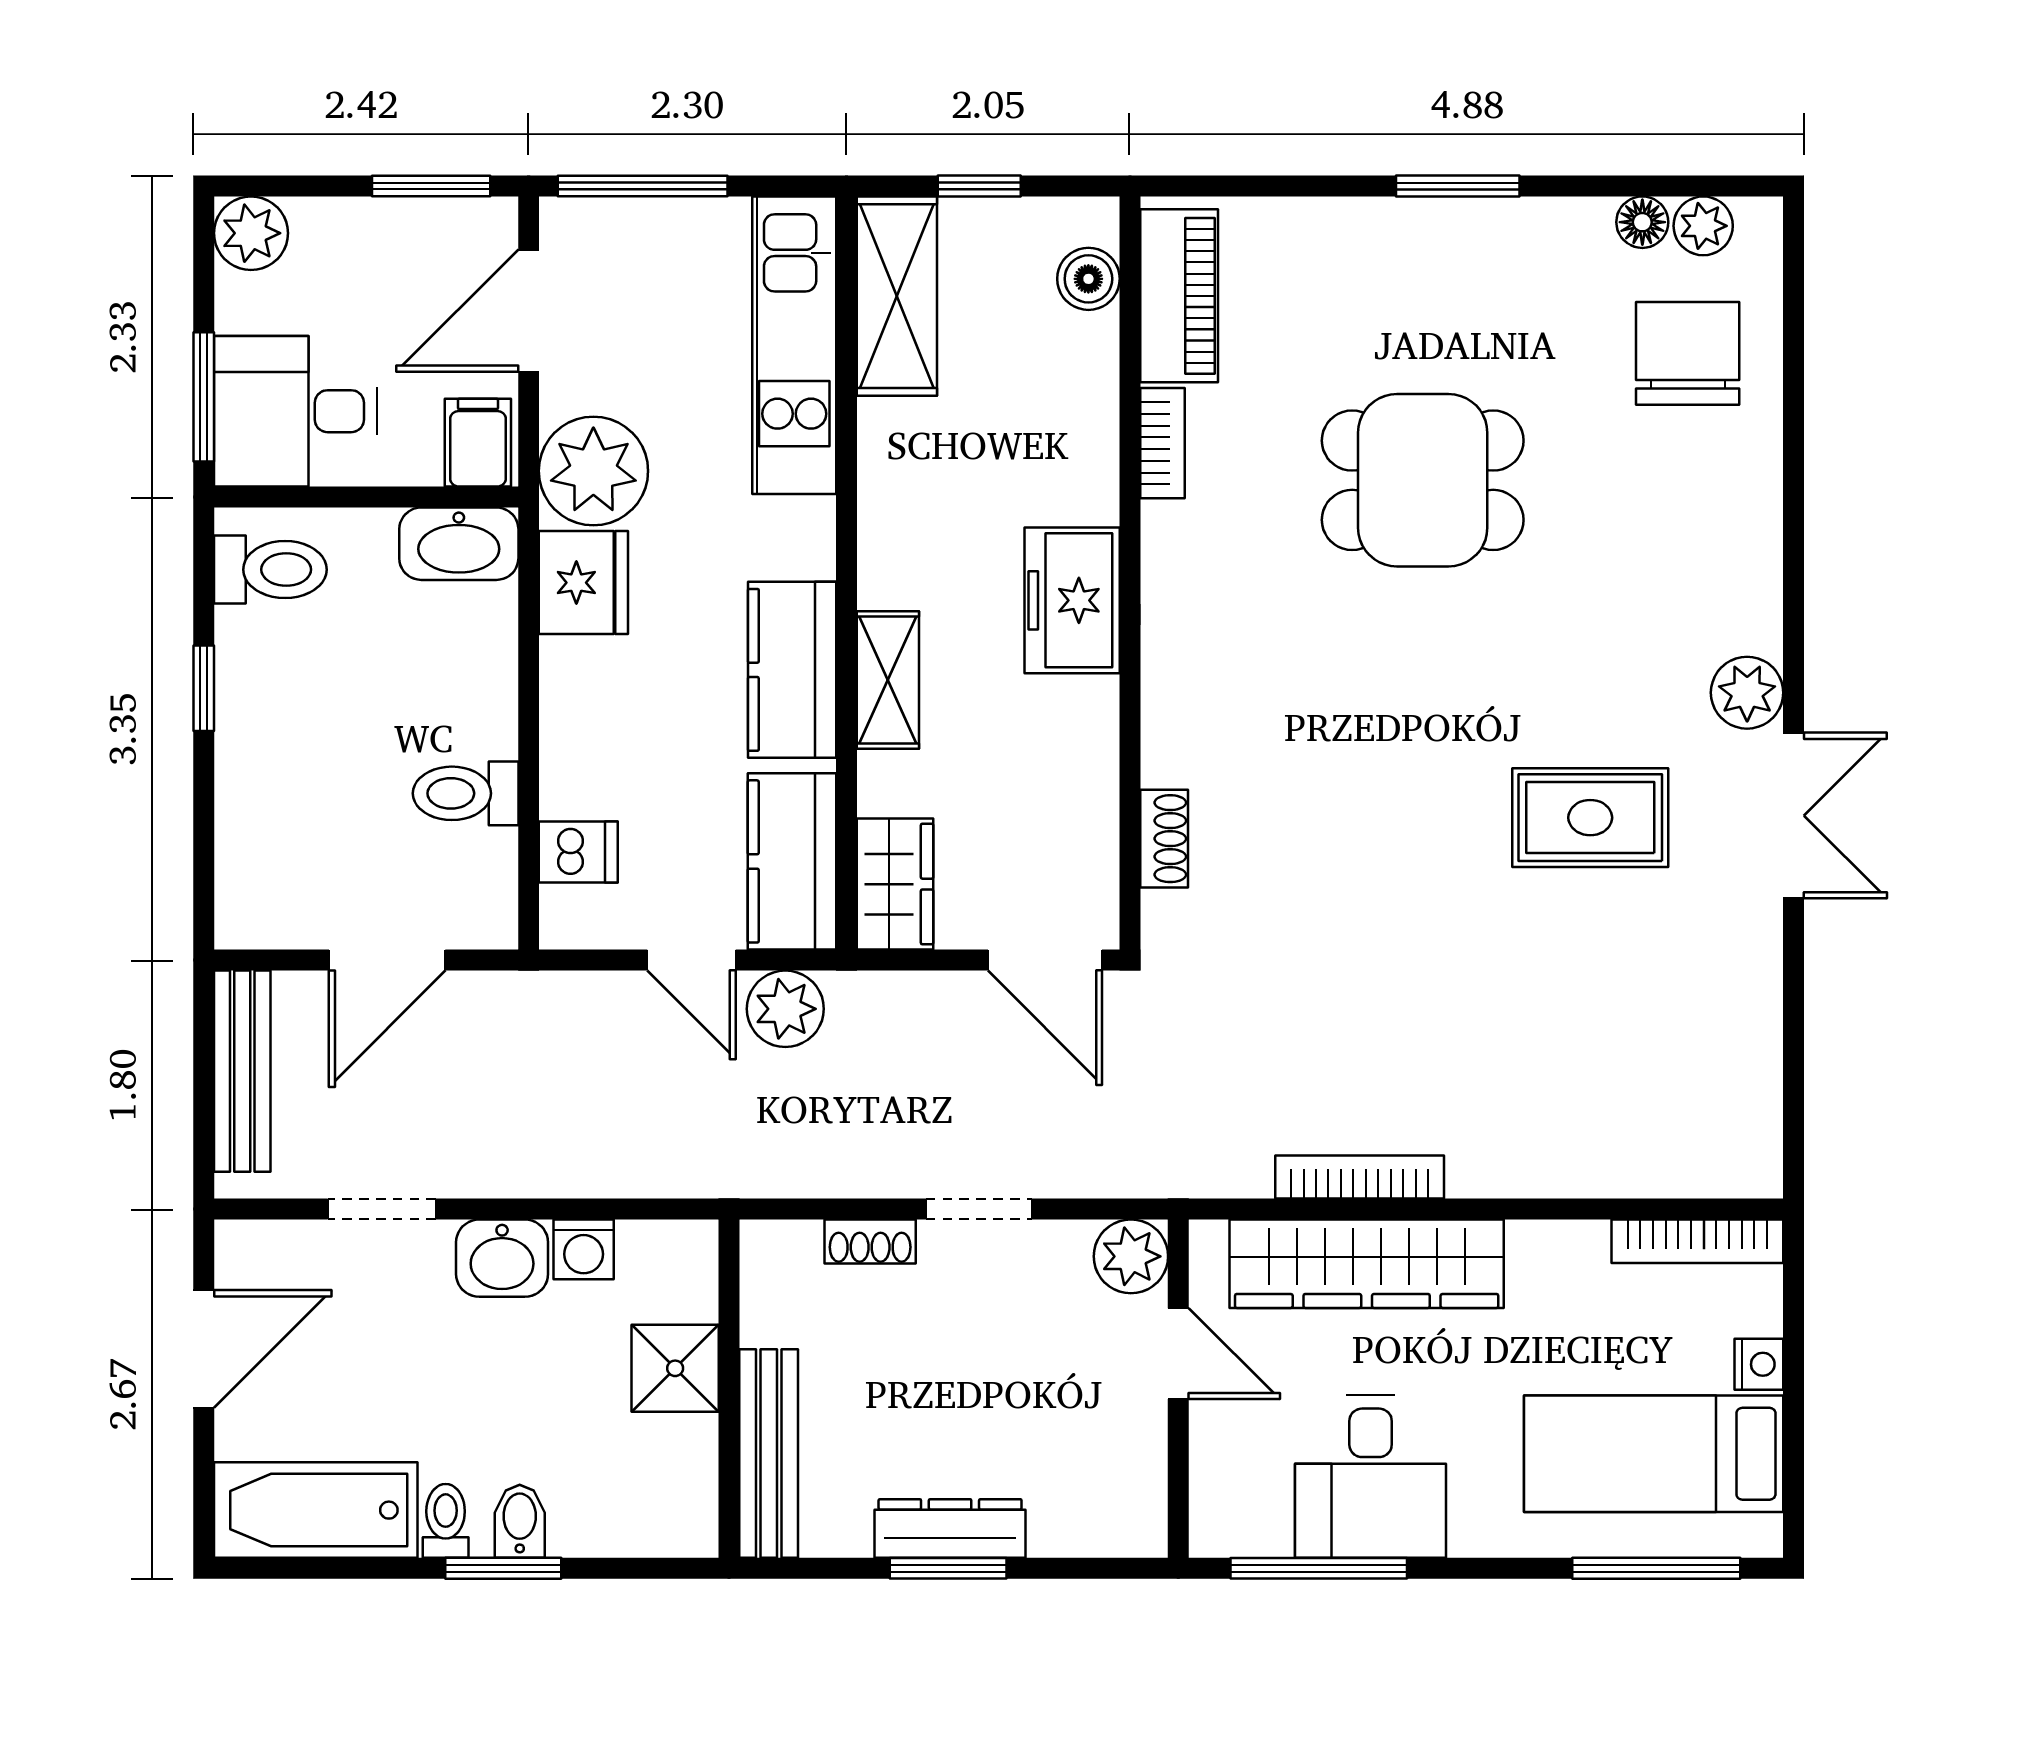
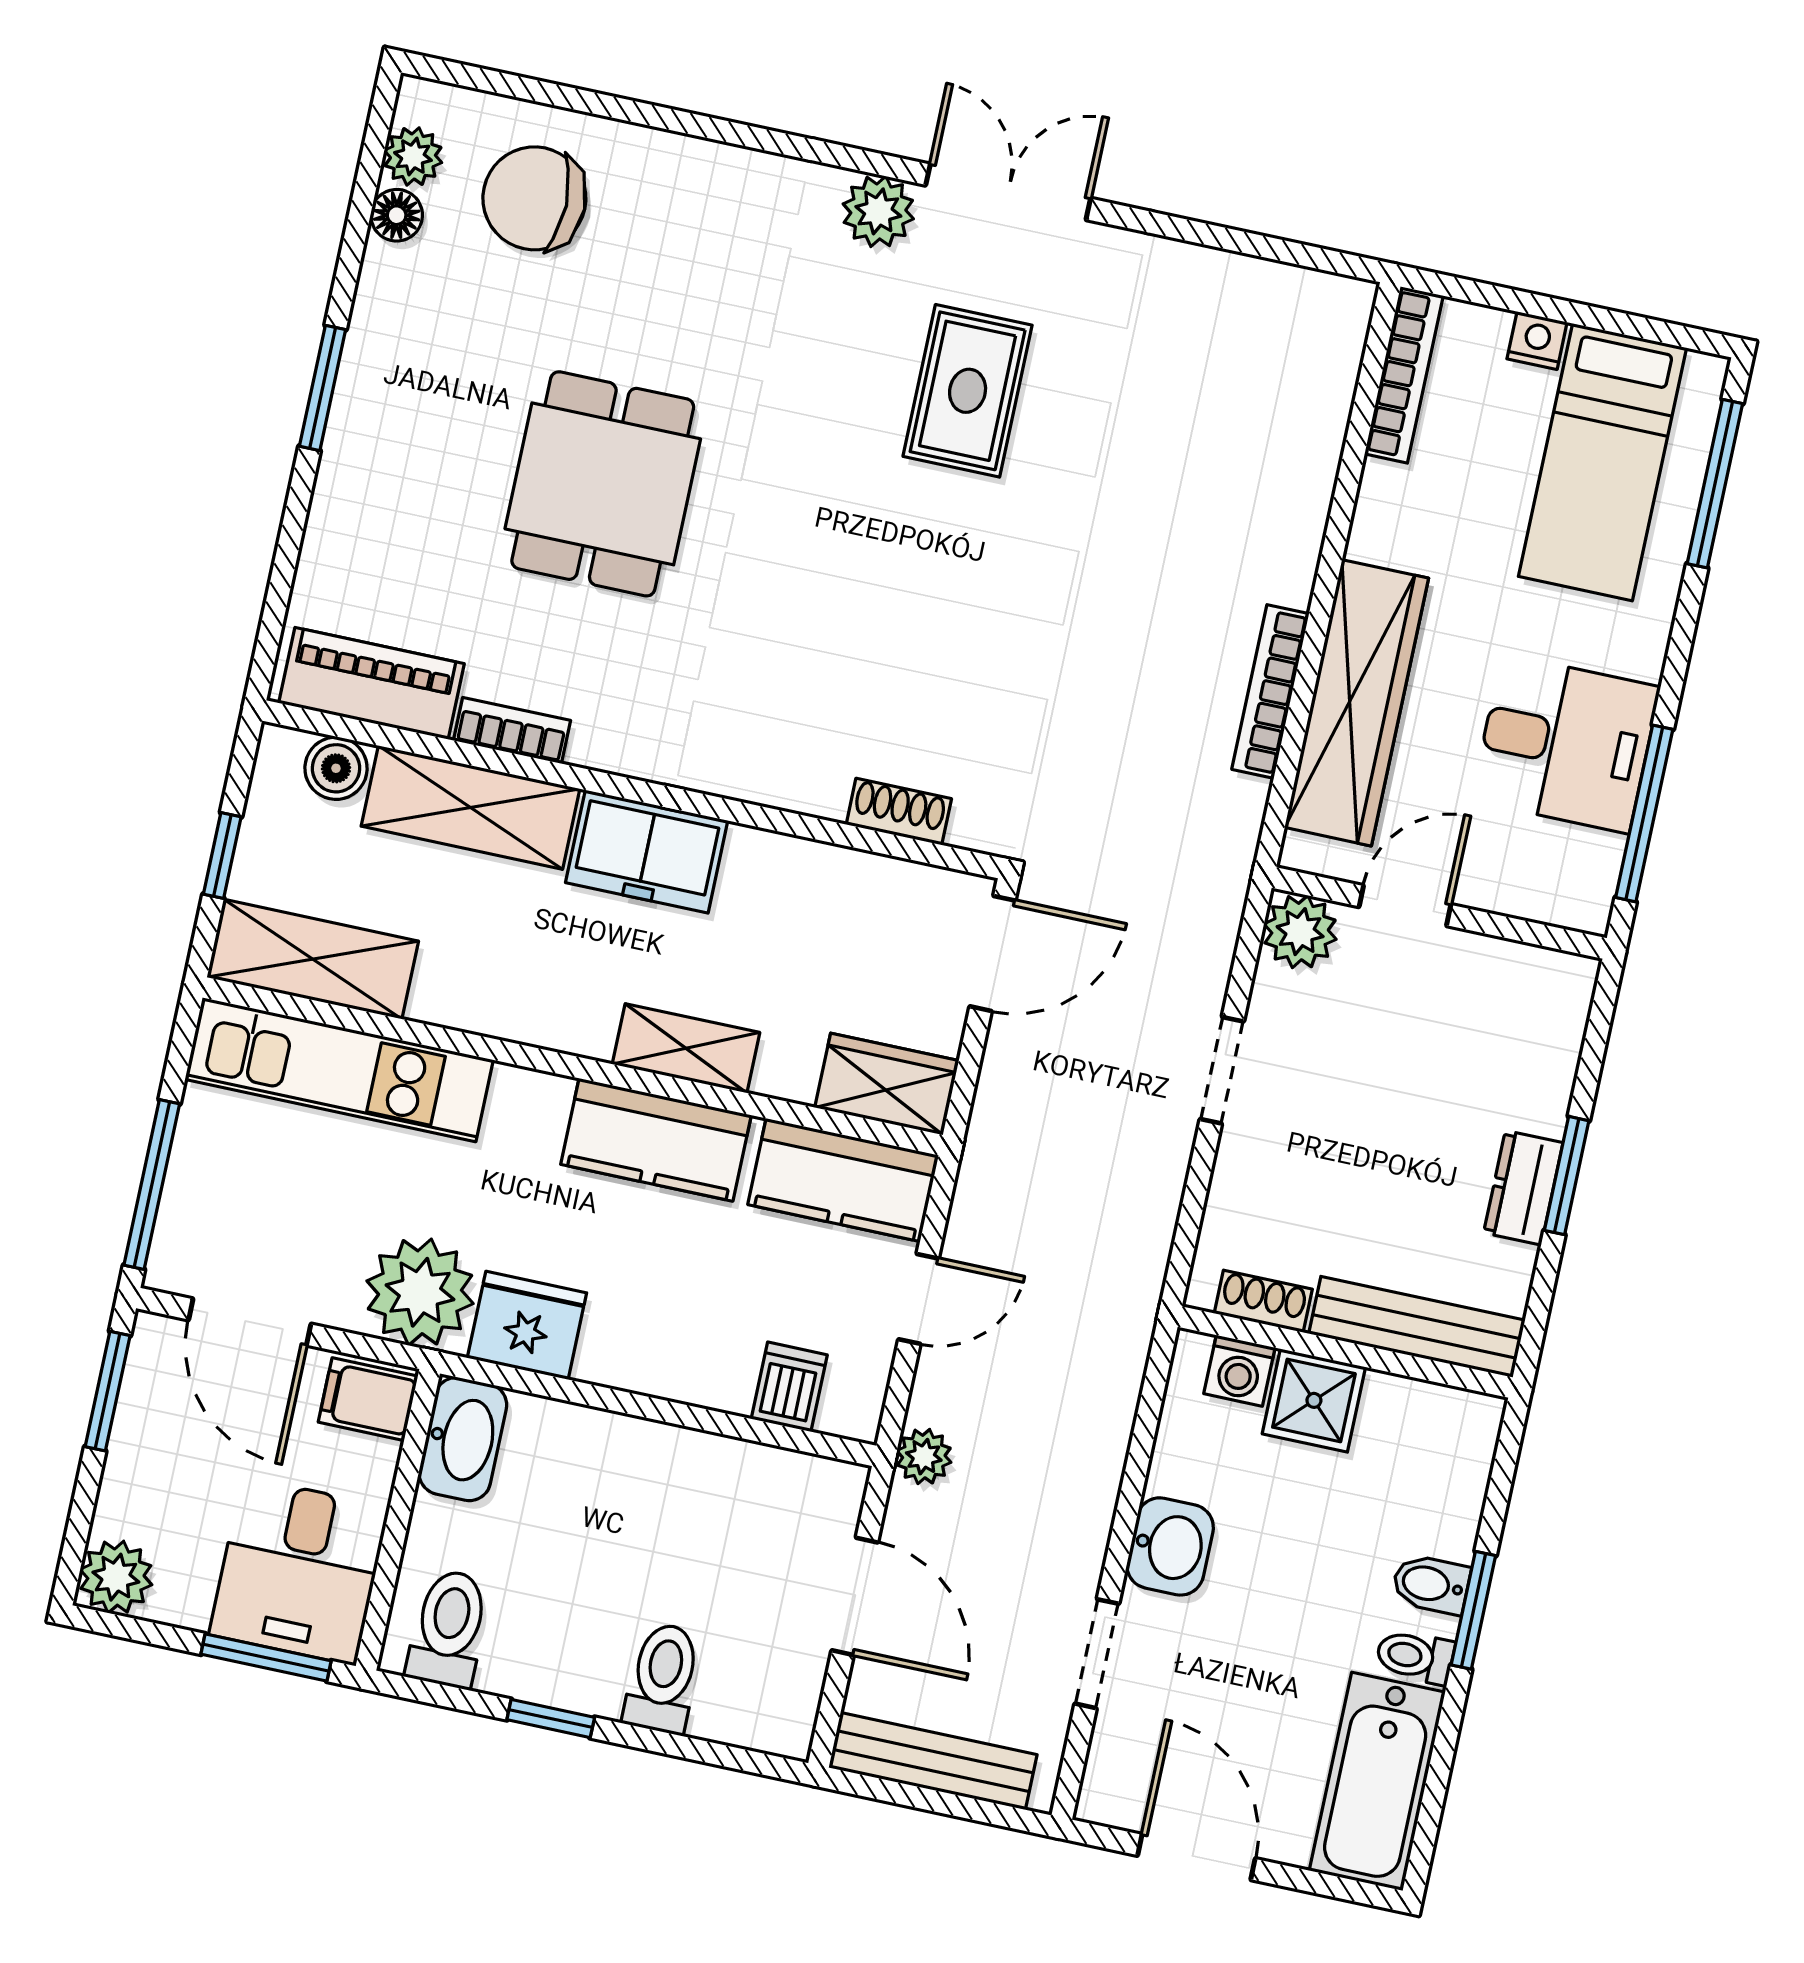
shelving: (1078, 419) -> (470, 807), added
toilet: (466, 793) -> (663, 1678), moved, turned 180
plant: (785, 1009) -> (924, 1457), moved, width x0.73, depth x0.73
shoe rack: (870, 1241) -> (1263, 1301), moved, turned -90
washing machine: (584, 1249) -> (1239, 1371), moved, turned 90
dresser: (950, 1528) -> (1523, 1188), width x0.70

